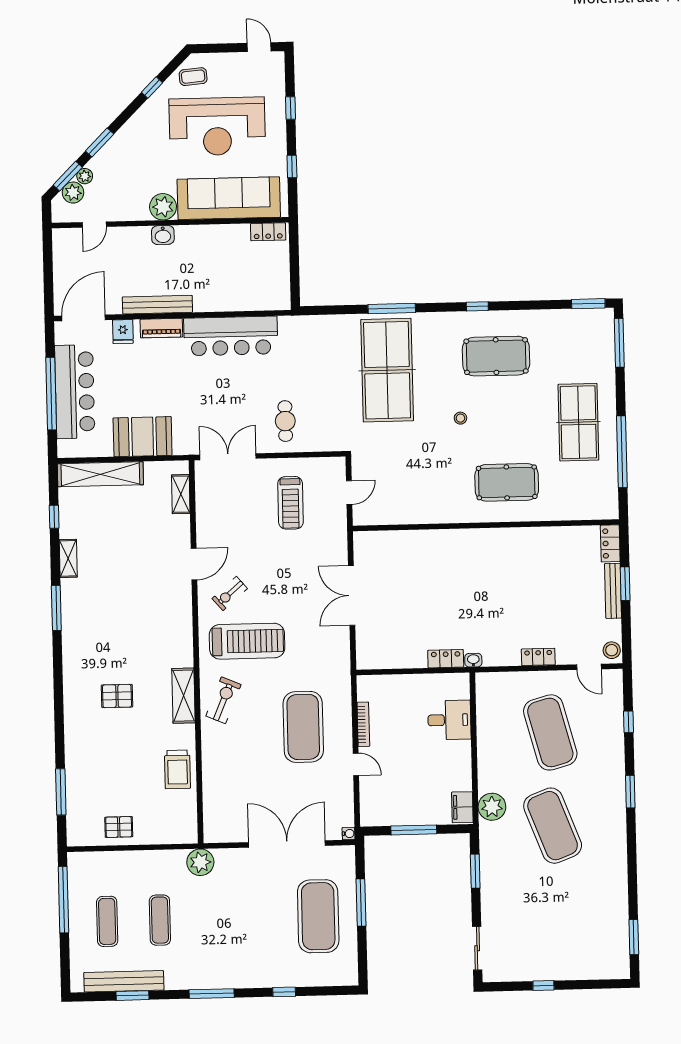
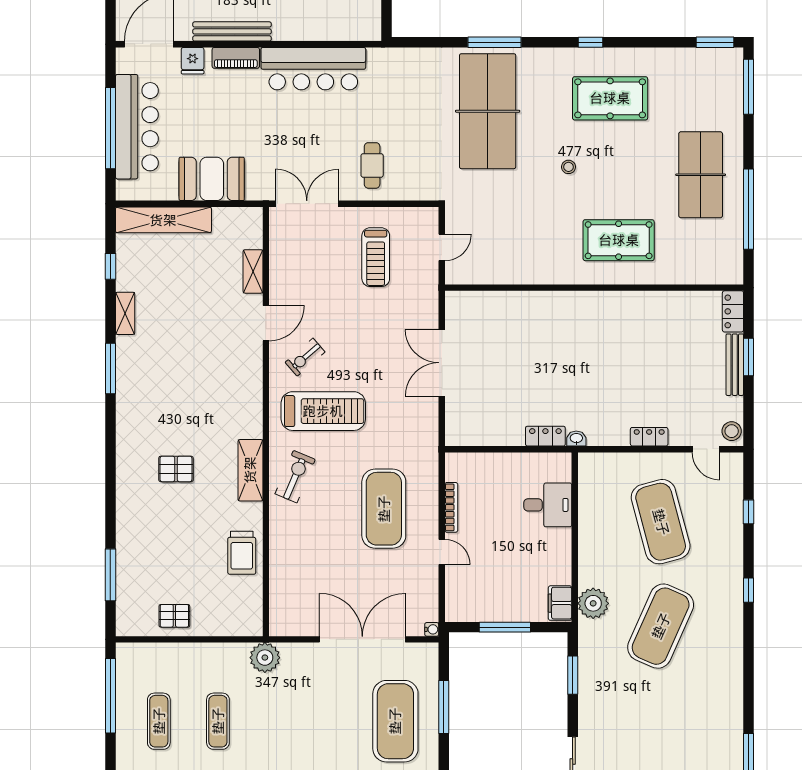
shelving: (181, 494) -> (253, 271), moved
window: (630, 792) -> (749, 590), width x0.67
exercise mat: (553, 826) -> (661, 626), turned 45

